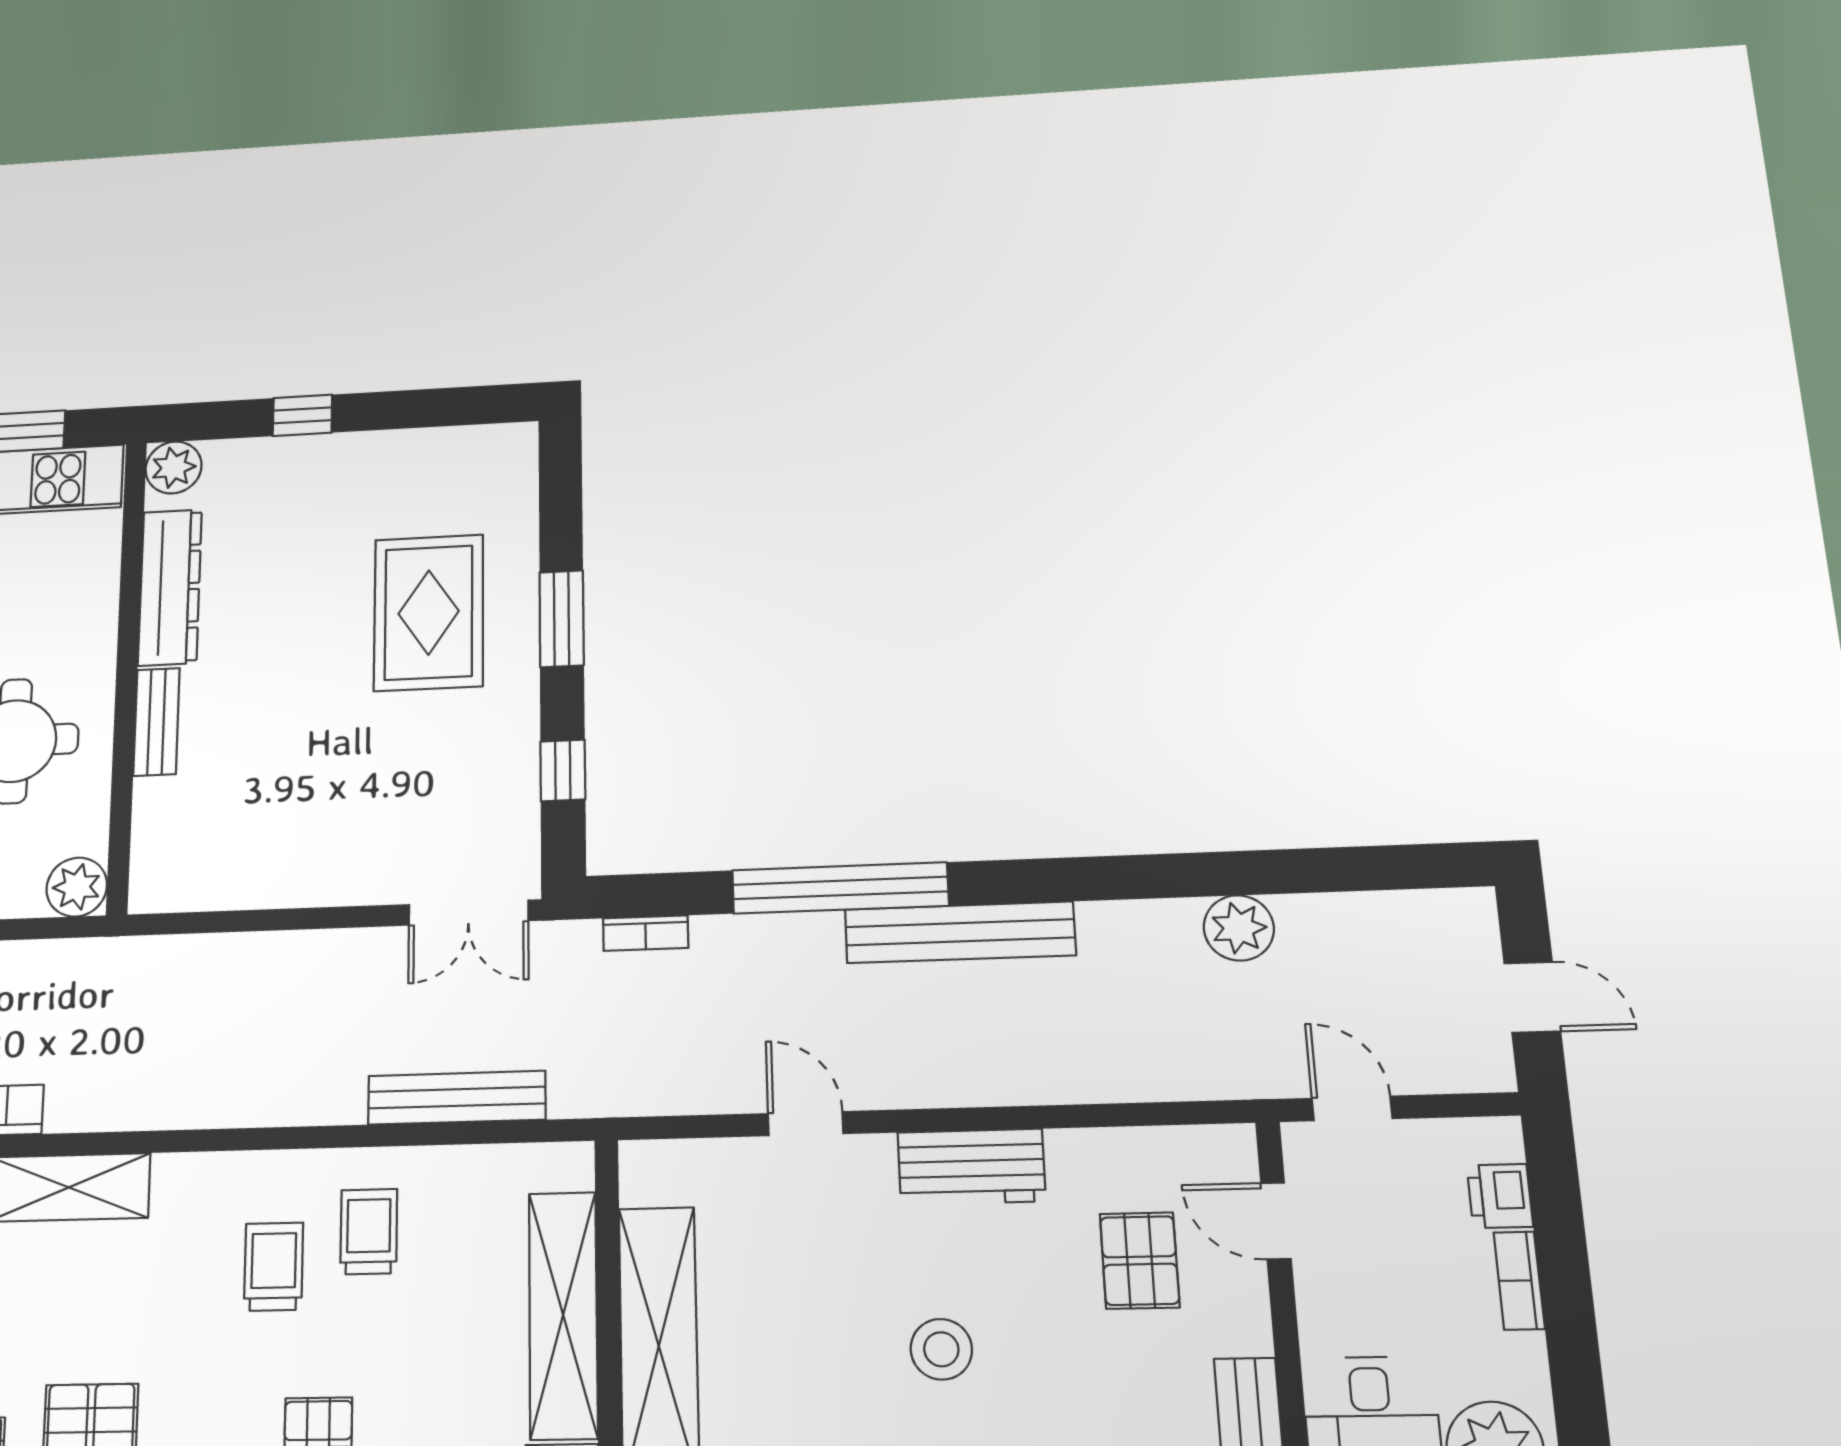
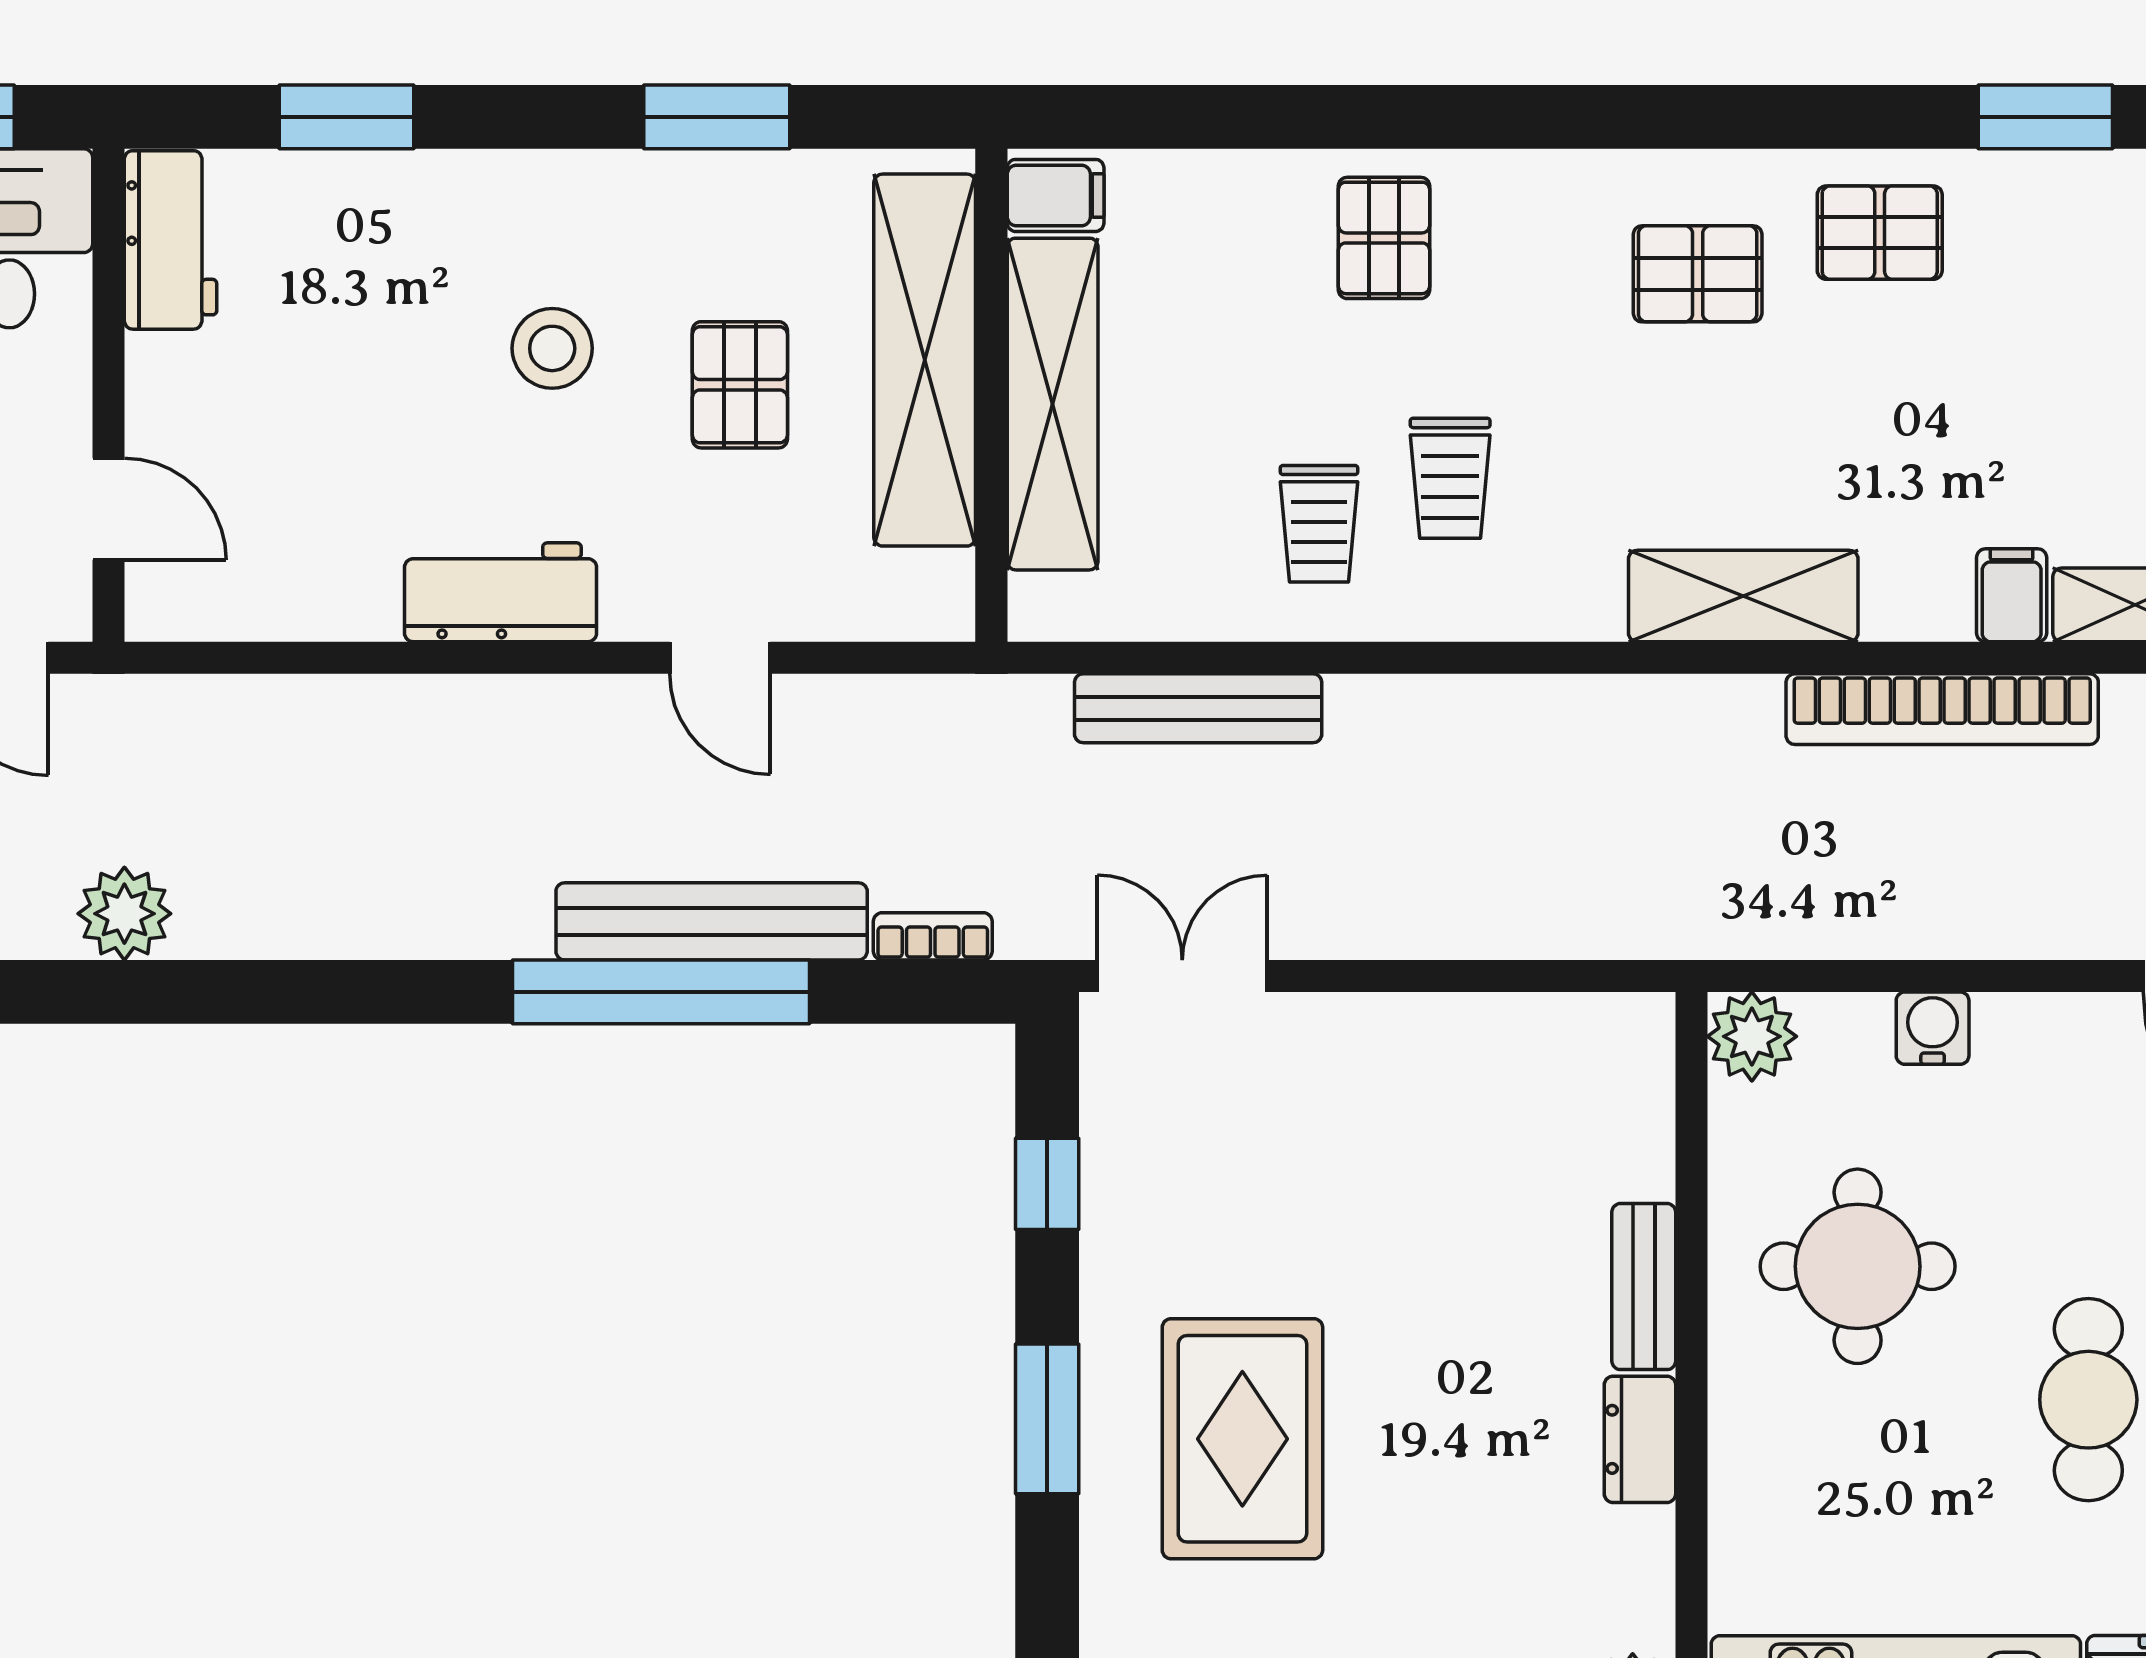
dresser: (170, 587) -> (1640, 1439), width x0.51, depth x0.80
bench: (960, 932) -> (712, 921), moved
pallet: (1140, 1261) -> (740, 385), moved

